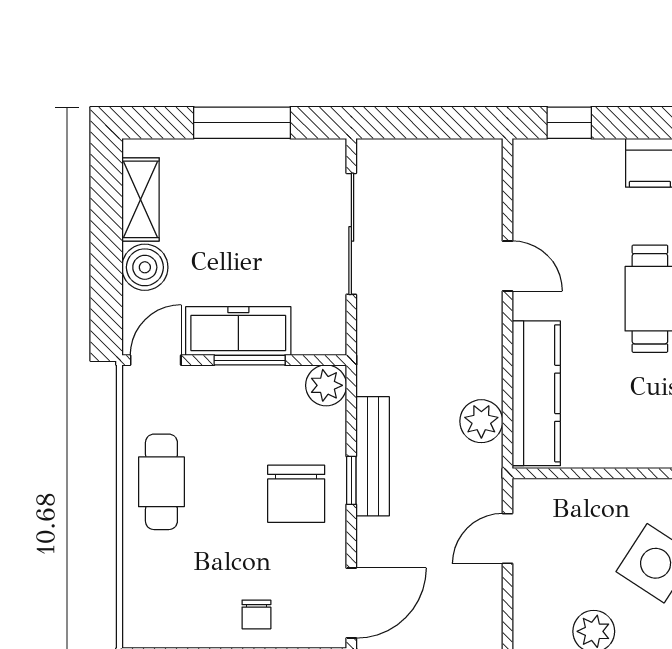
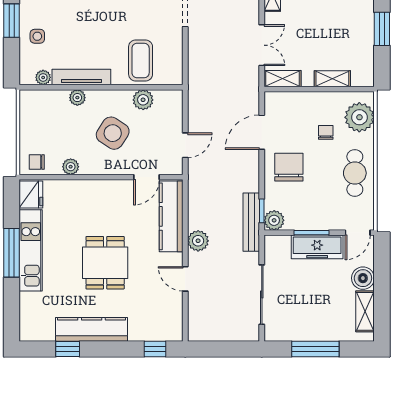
plant: (481, 421) -> (198, 241), moved
bench: (373, 456) -> (251, 222), moved
door: (587, 473) -> (146, 177), added
window: (351, 480) -> (262, 211), moved
plant: (152, 596) -> (359, 117), added
door: (351, 603) -> (262, 132), moved
chair: (256, 614) -> (326, 132), moved

